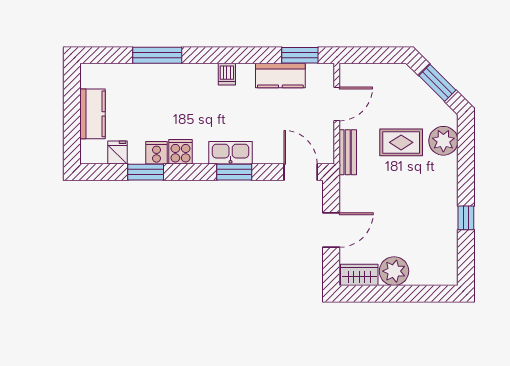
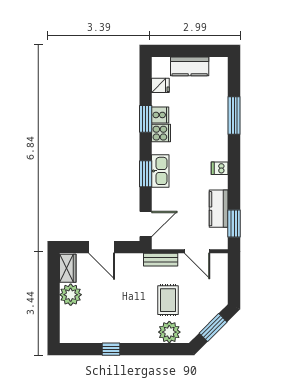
window: (146, 172) -> (146, 119), moved

